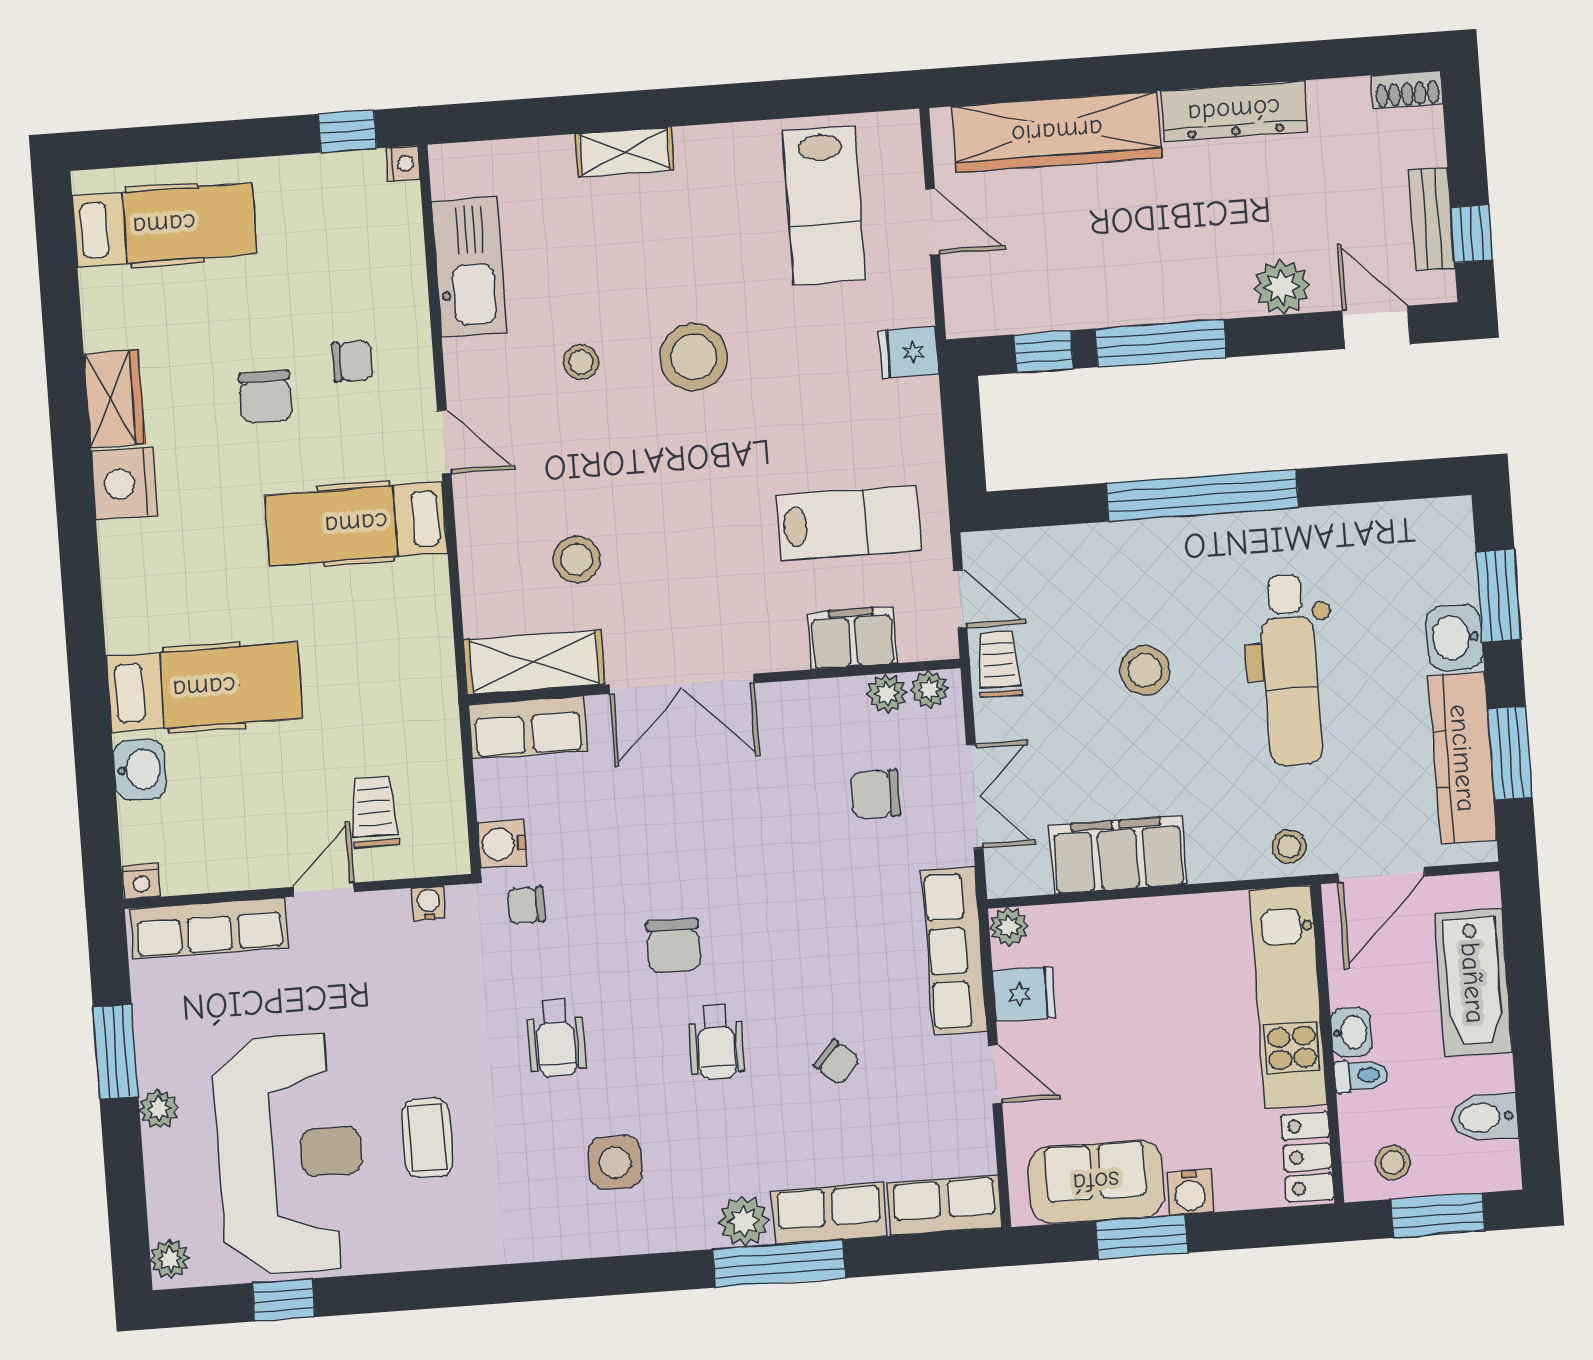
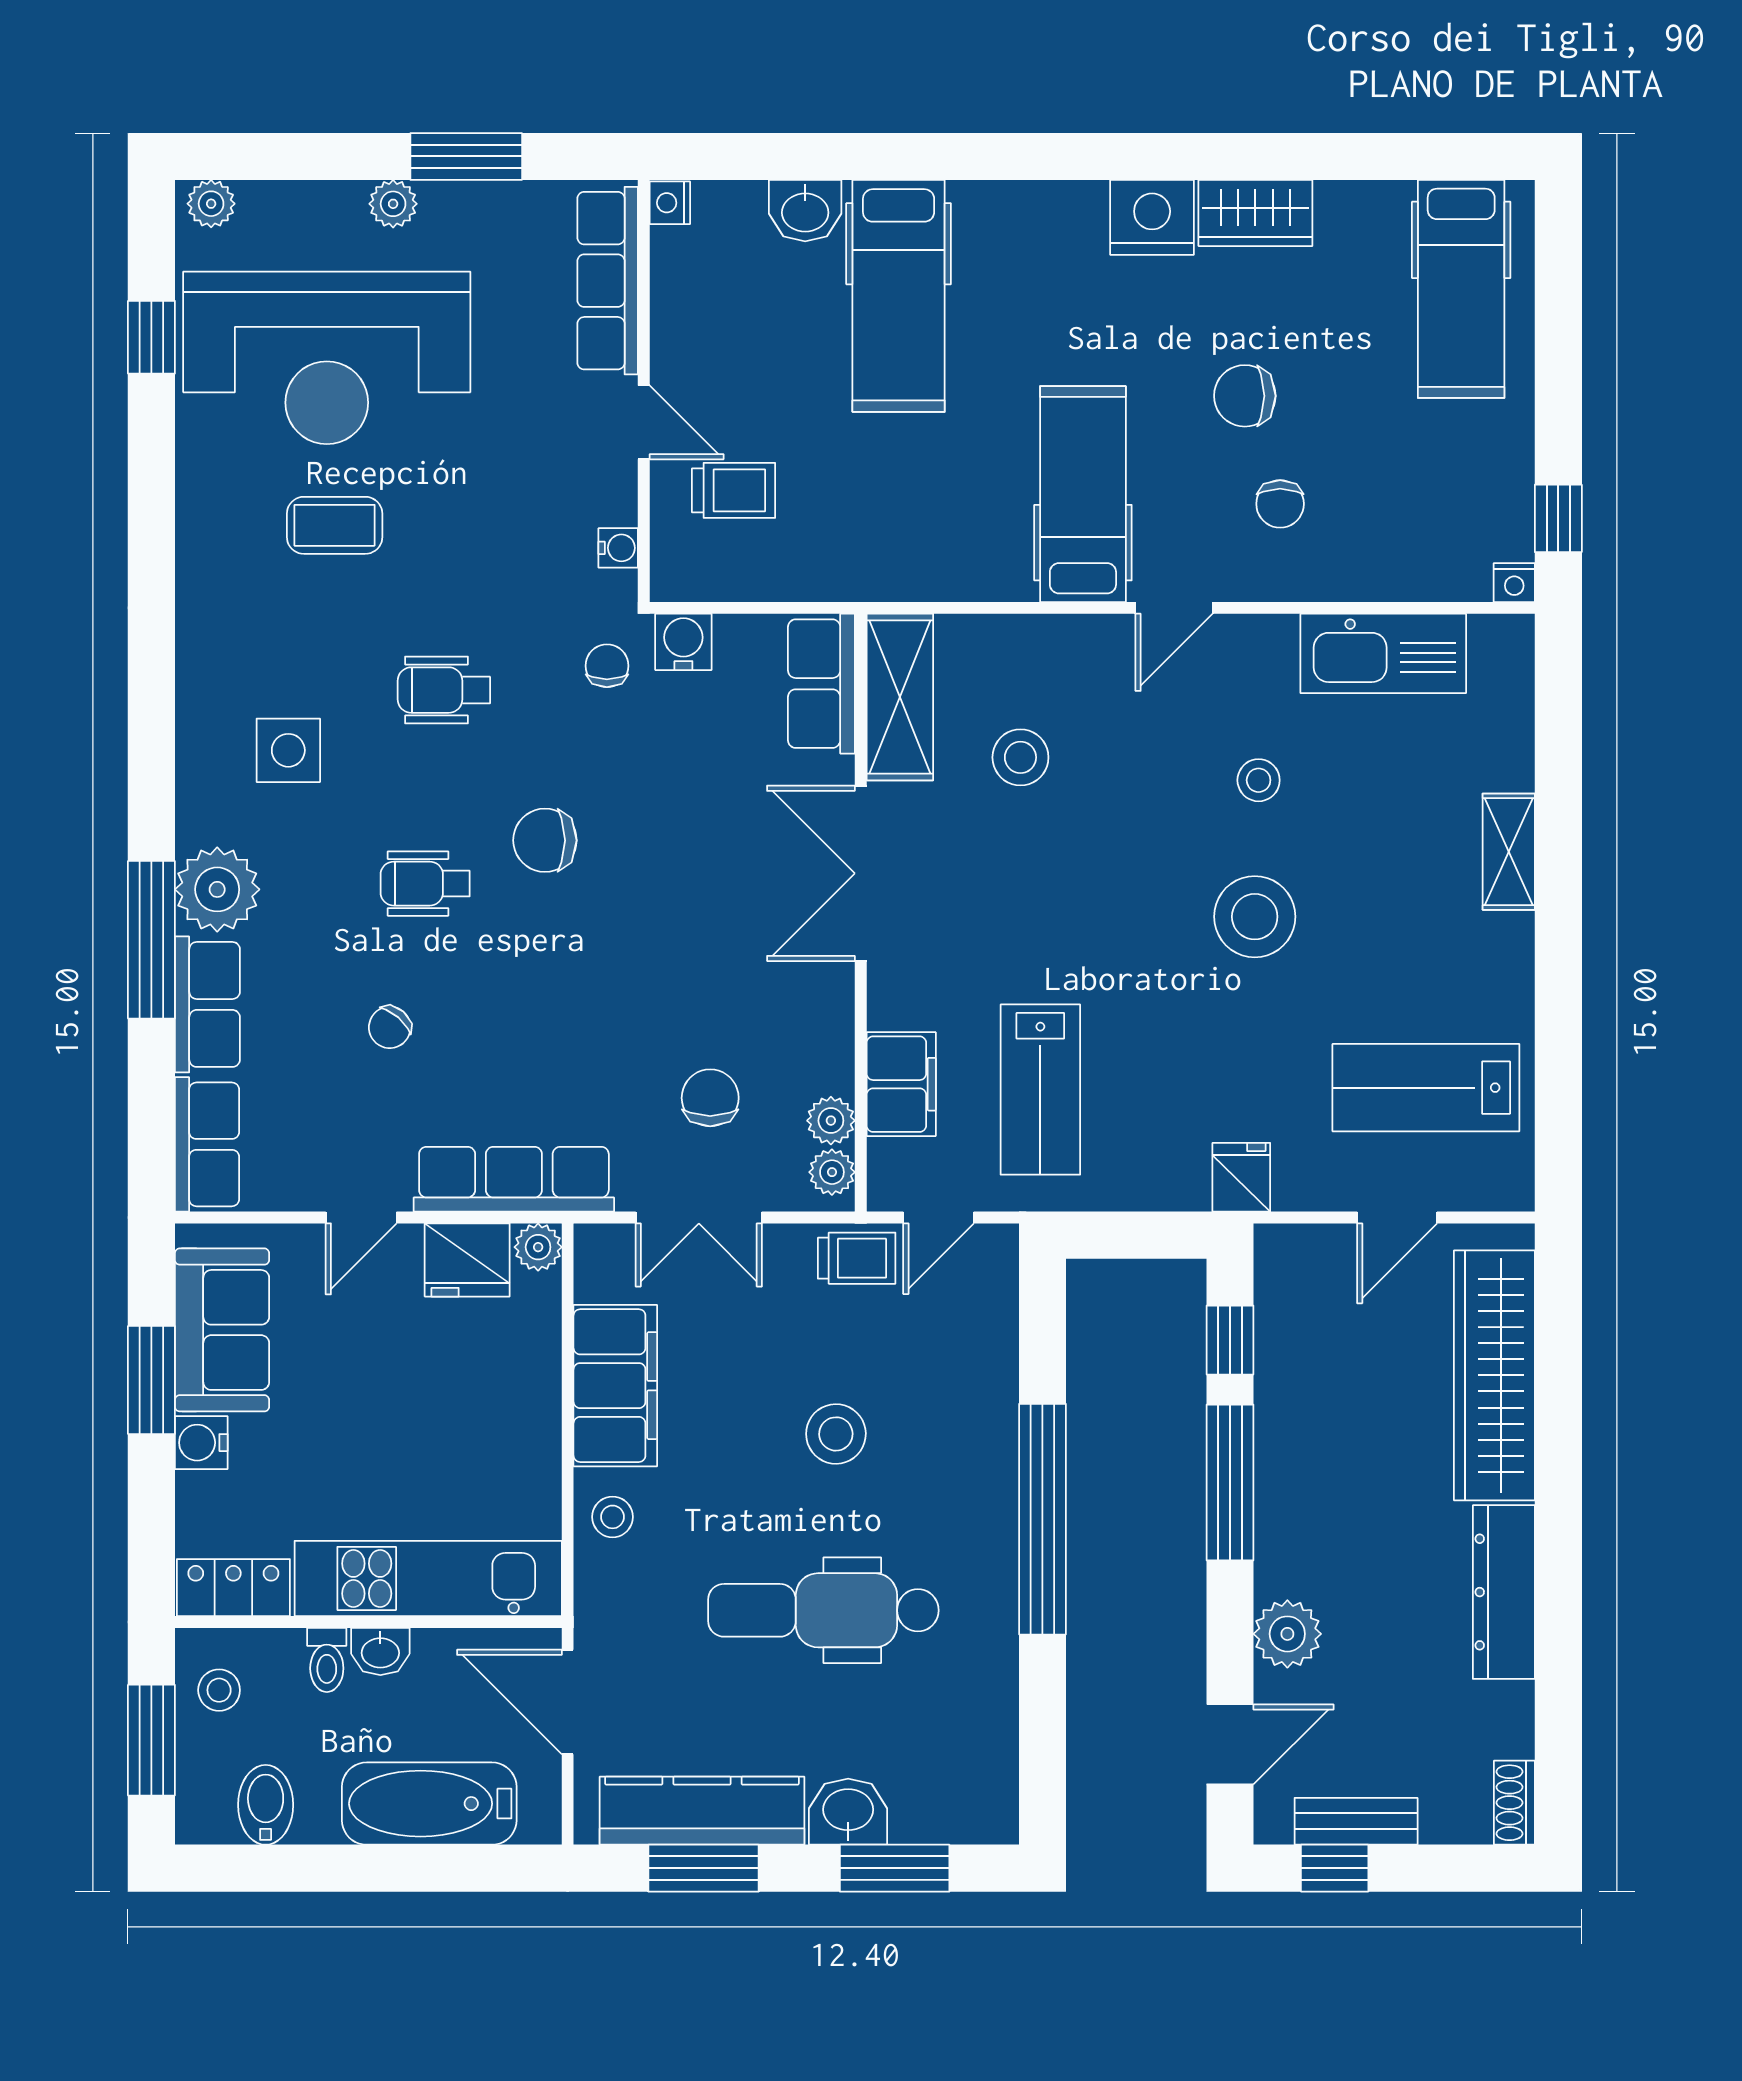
stool: (1289, 846) -> (612, 1517), moved
fridge: (1024, 994) -> (467, 1260), width x1.38
plant: (744, 1221) -> (217, 889), width x1.36, depth x1.36

